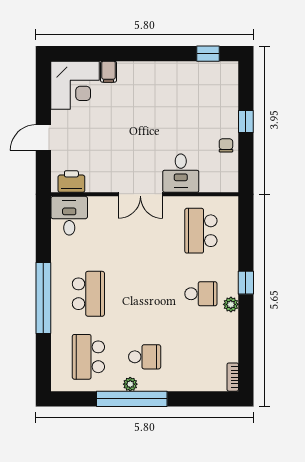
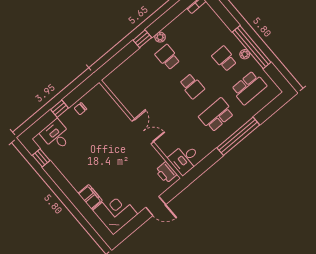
filing cabinet: (109, 72) -> (90, 197), width x2.00
desk: (181, 173) -> (56, 135), moved, turned -90
school desk: (201, 231) -> (192, 86), moved, width x0.54

